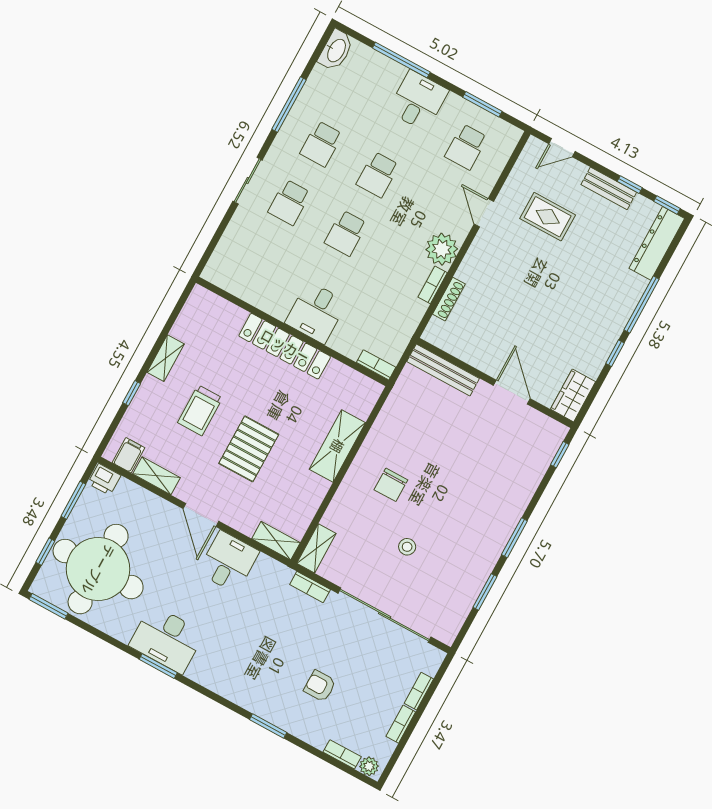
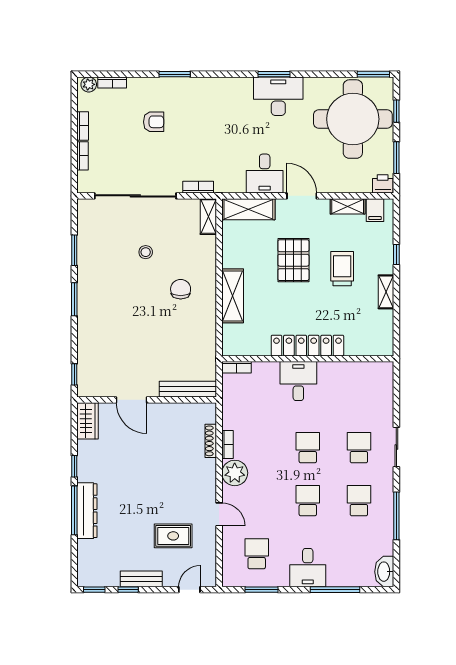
dresser: (657, 243) -> (87, 511), moved
shelving: (276, 541) -> (248, 209), width x1.50, depth x1.33

